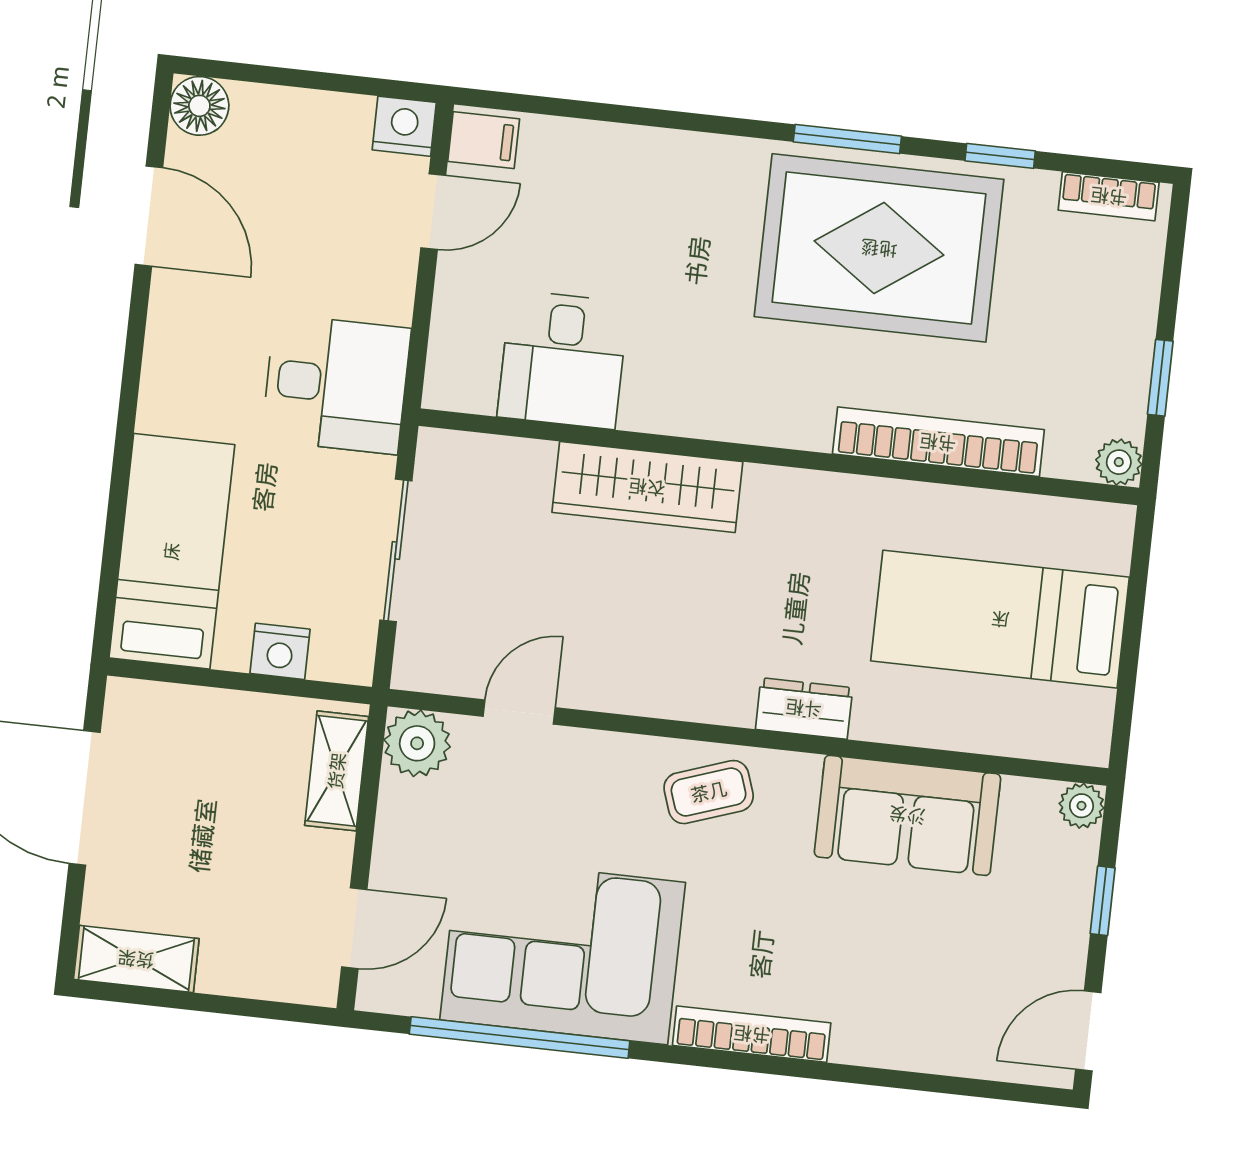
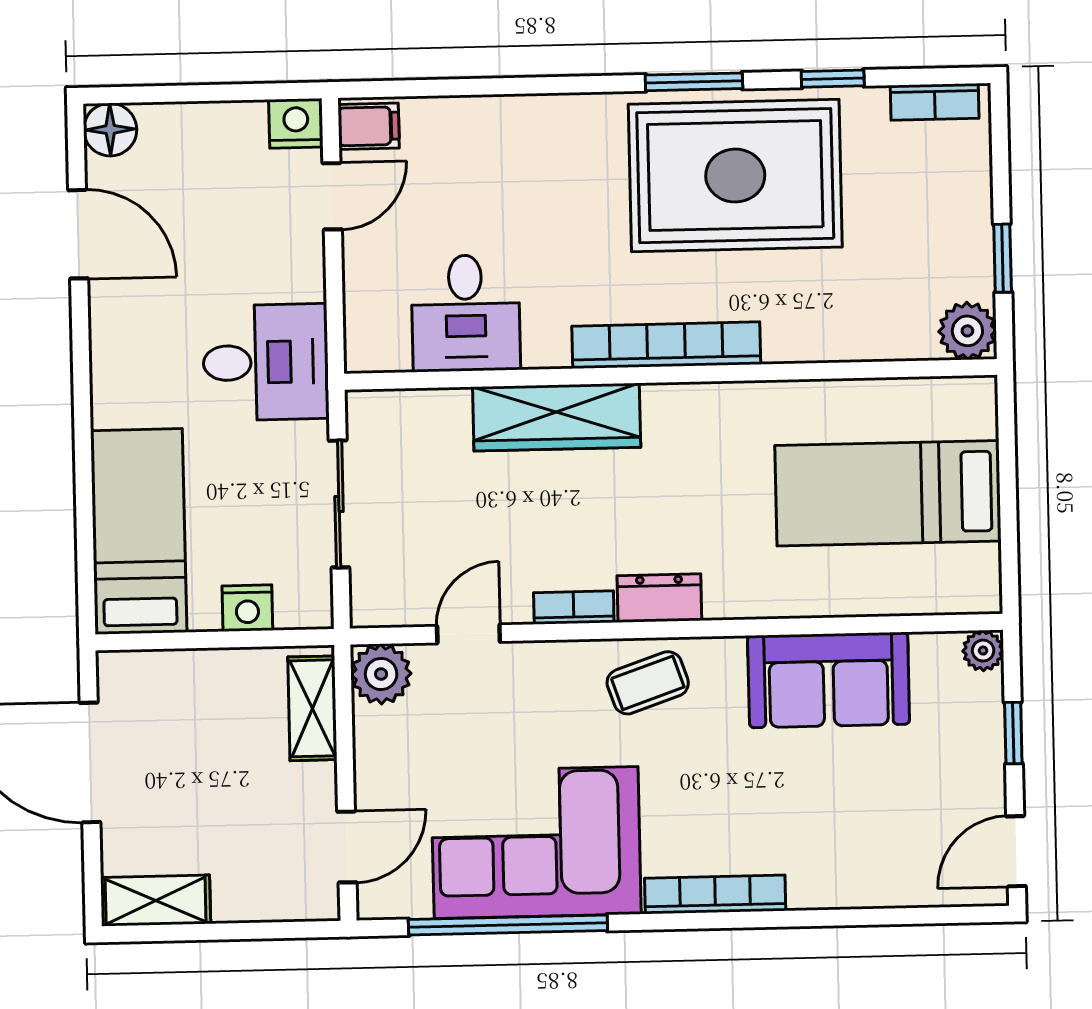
bookcase: (938, 442) -> (666, 345), moved
plant: (1119, 462) -> (967, 331), width x1.38, depth x1.38
bookcase: (638, 699) -> (574, 608), added
dresser: (804, 708) -> (659, 598), moved

